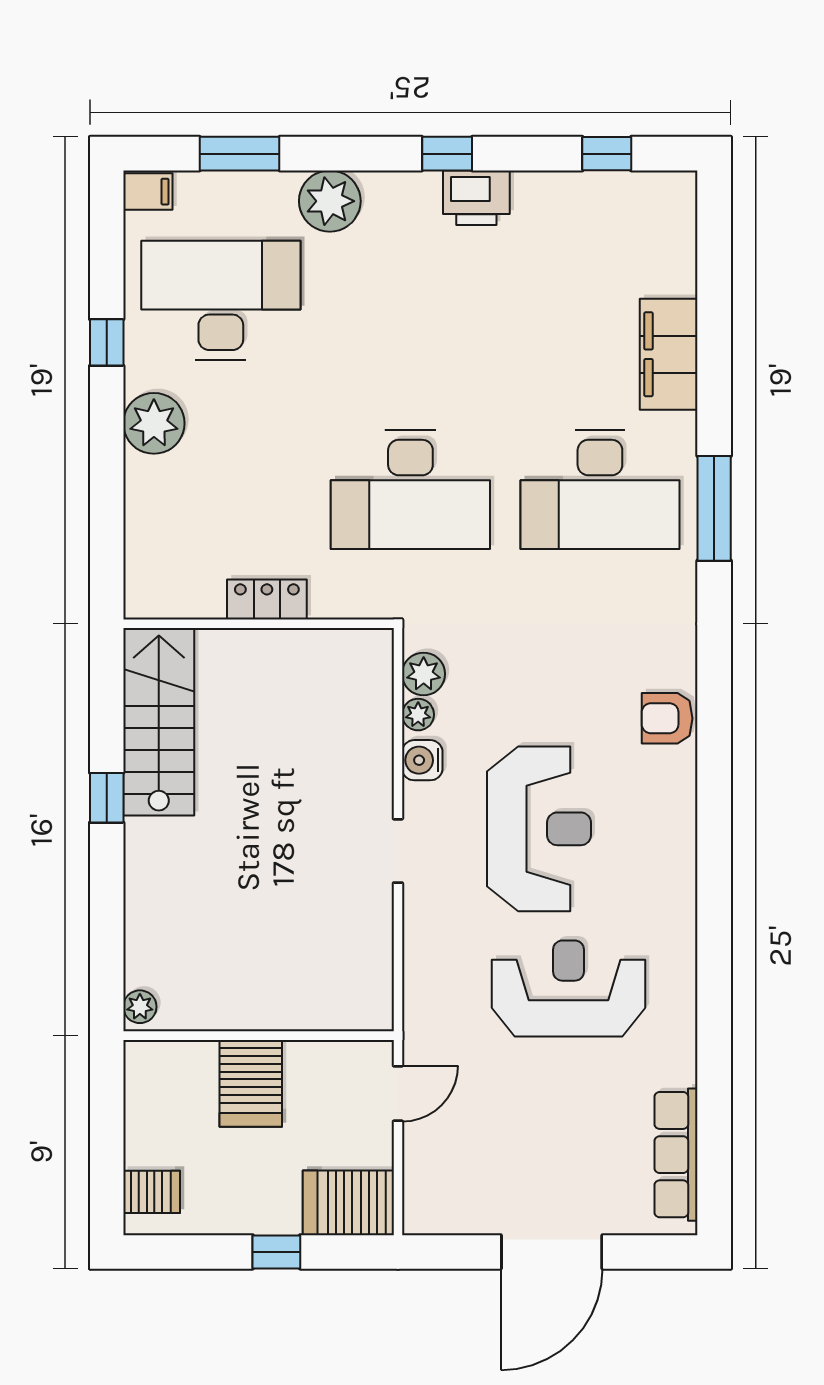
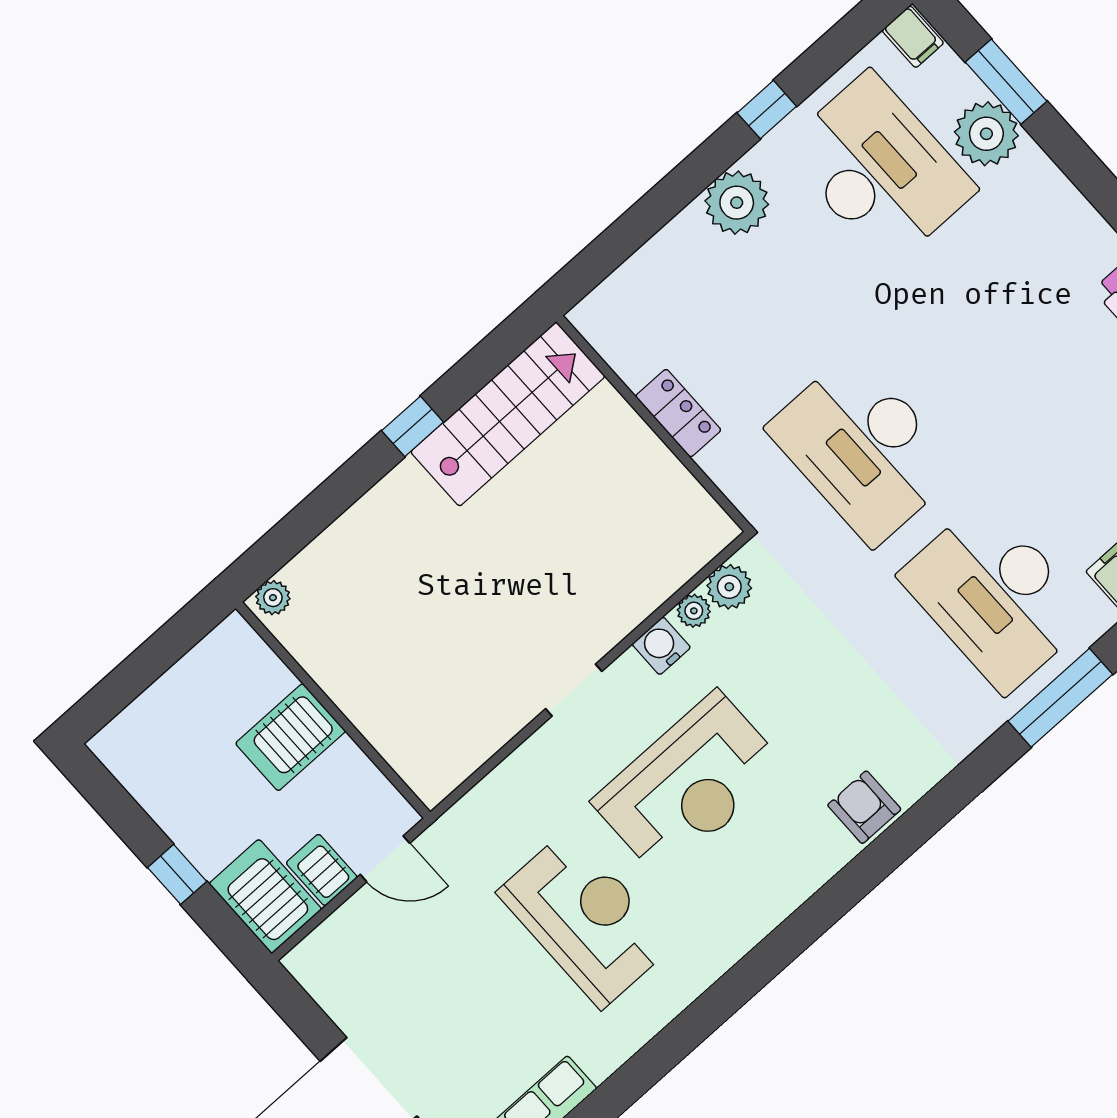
plant: (330, 201) -> (986, 134), moved
server rack: (152, 1192) -> (322, 870), moved, turned 180

